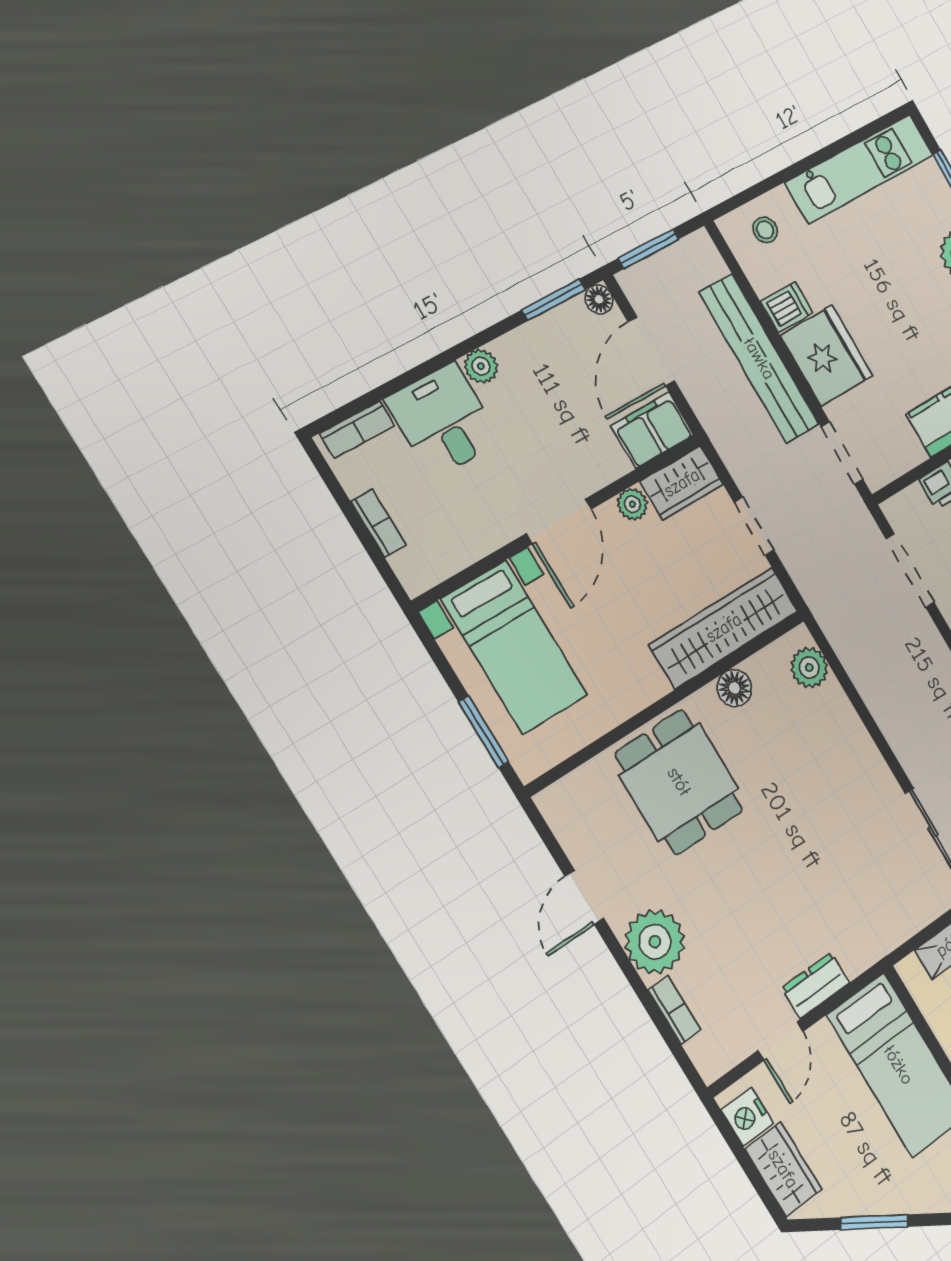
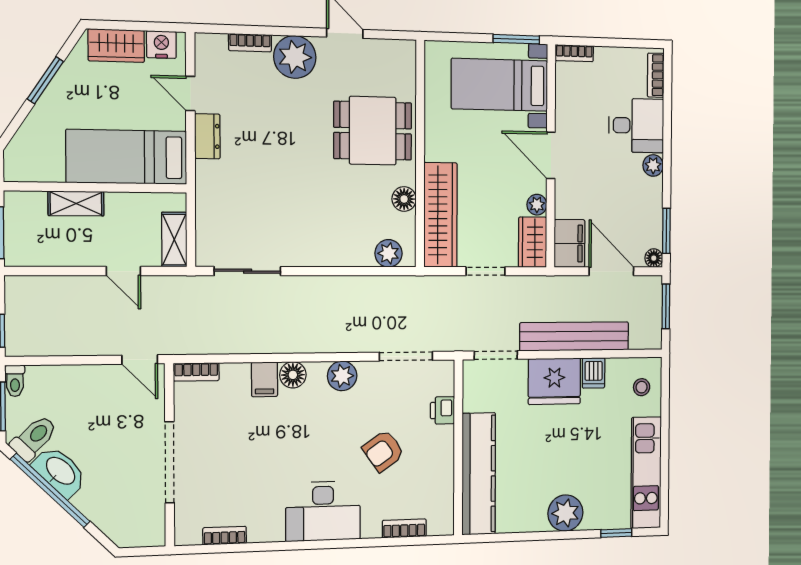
bookcase: (379, 523) -> (574, 53), moved
window: (483, 732) -> (516, 39), moved

